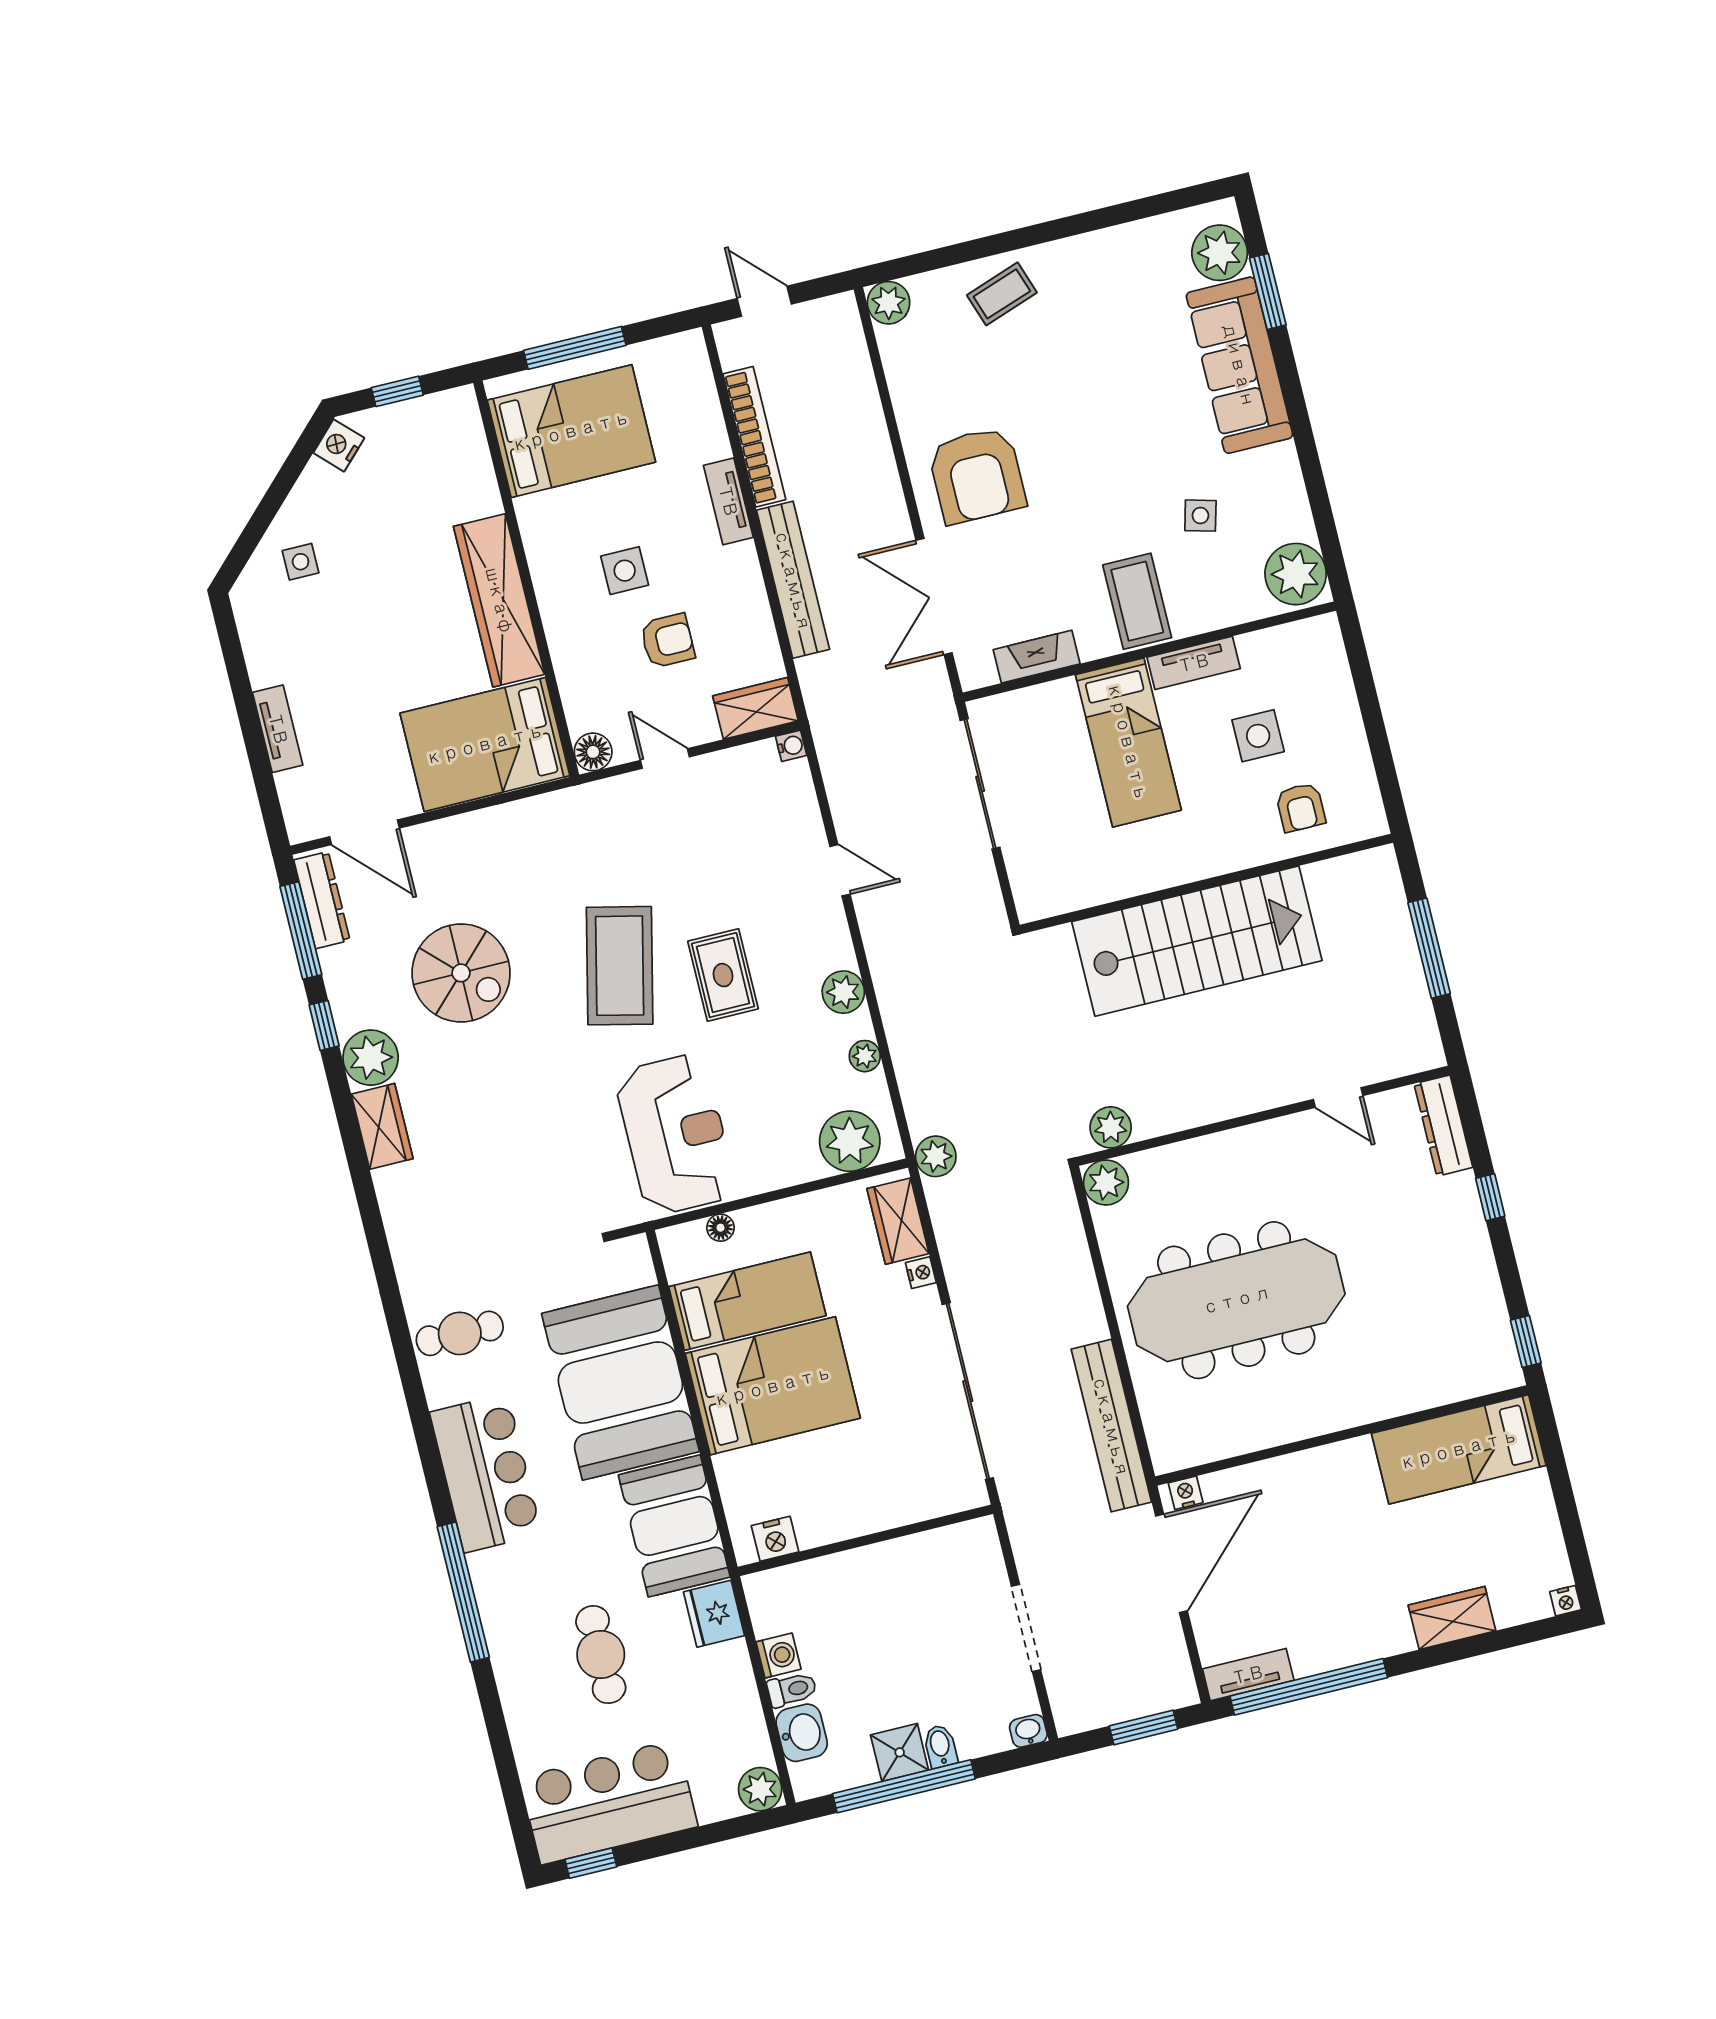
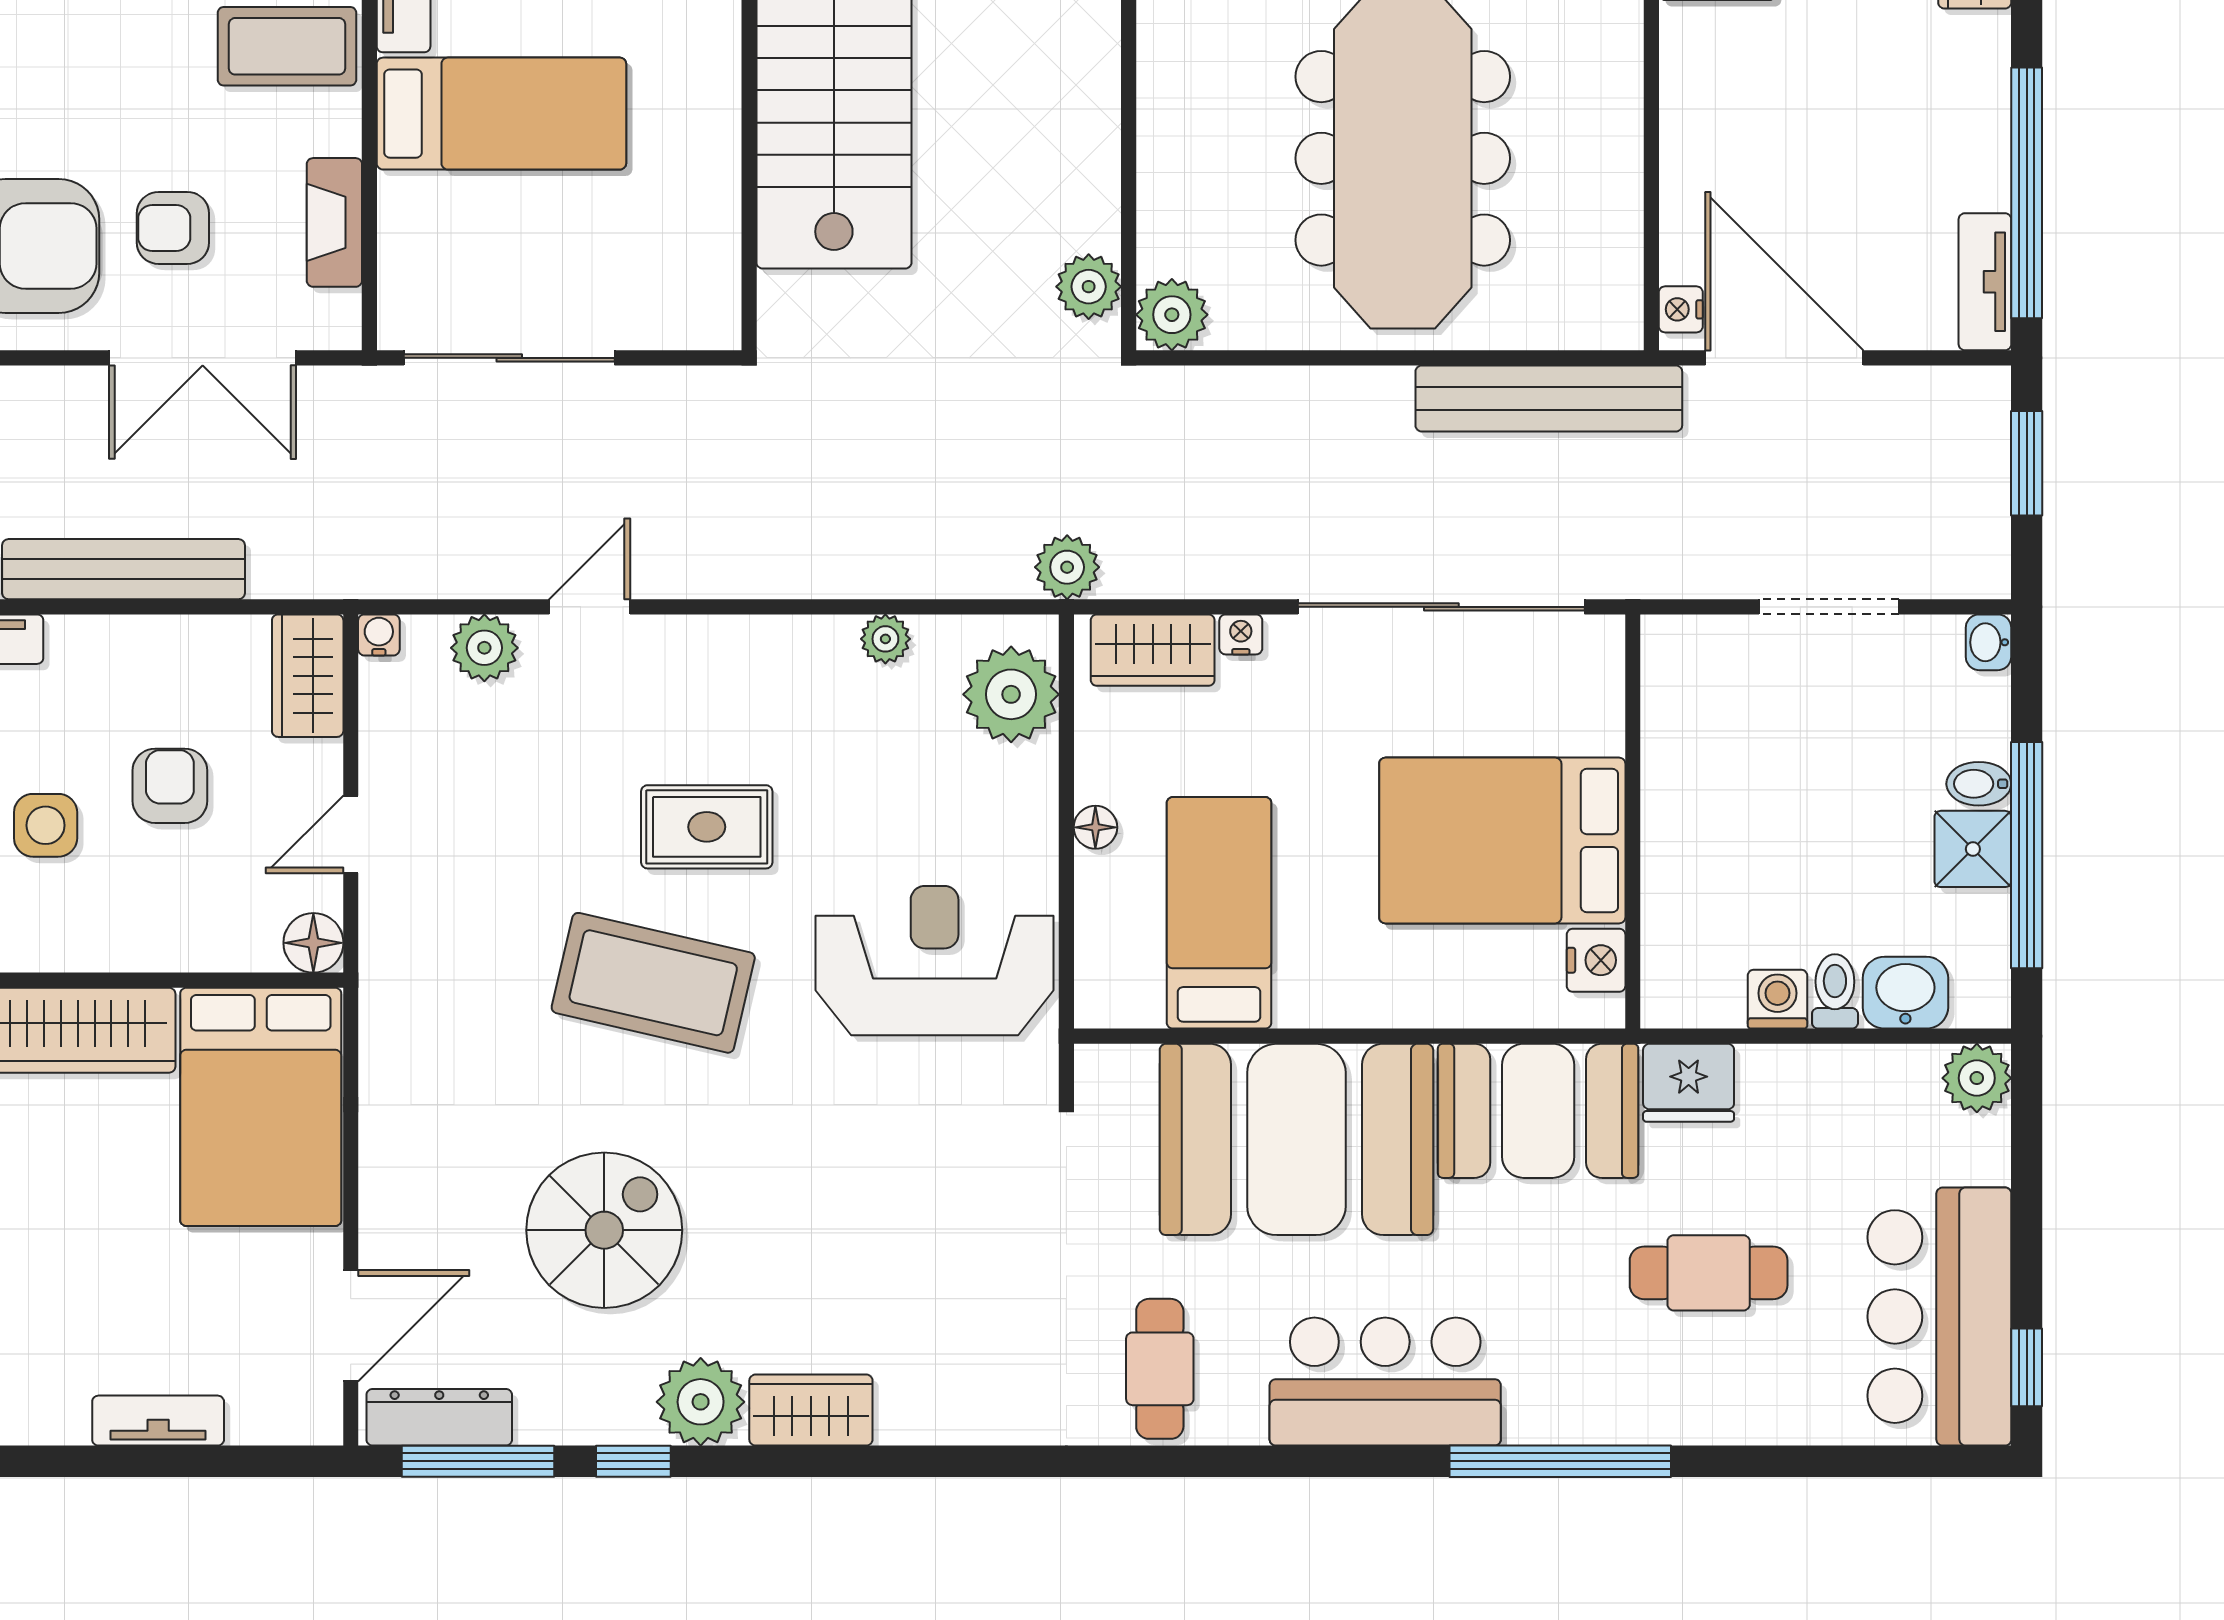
armchair: (1009, 559) -> (173, 228), added
plant: (843, 992) -> (484, 648), moved
floor lamp: (720, 1228) -> (1095, 827), moved
bed: (773, 1386) -> (1502, 841), moved, turned -90

